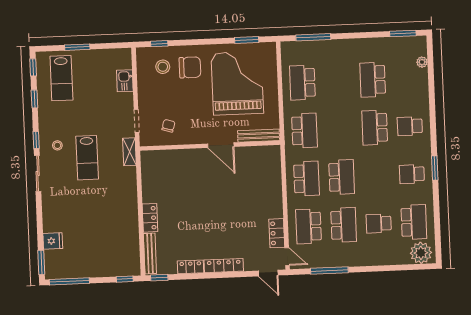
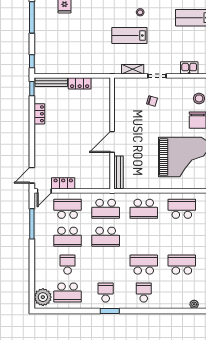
bench: (259, 136) -> (118, 172), moved
door: (221, 145) -> (112, 142), moved
wall: (210, 146) -> (112, 133), moved
locker: (224, 266) -> (39, 140), removed

